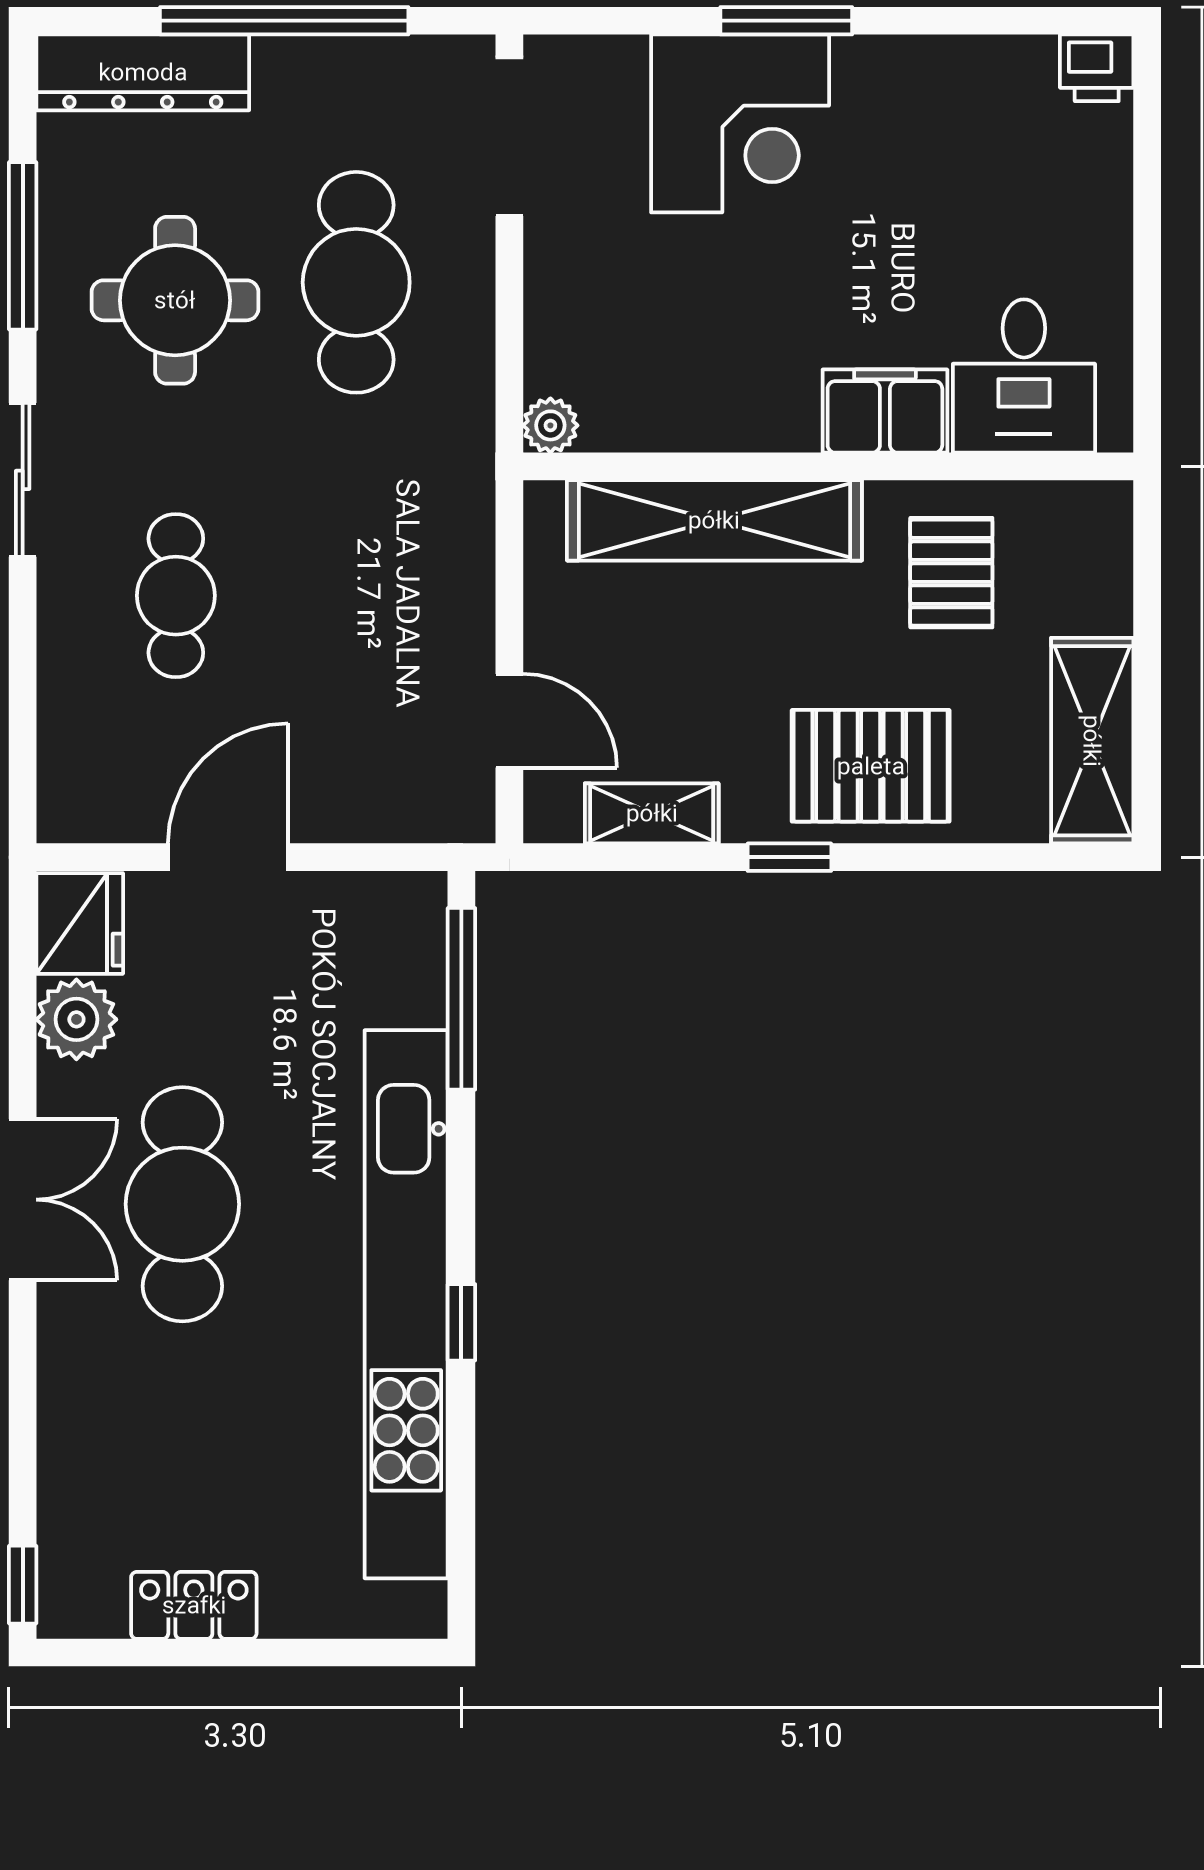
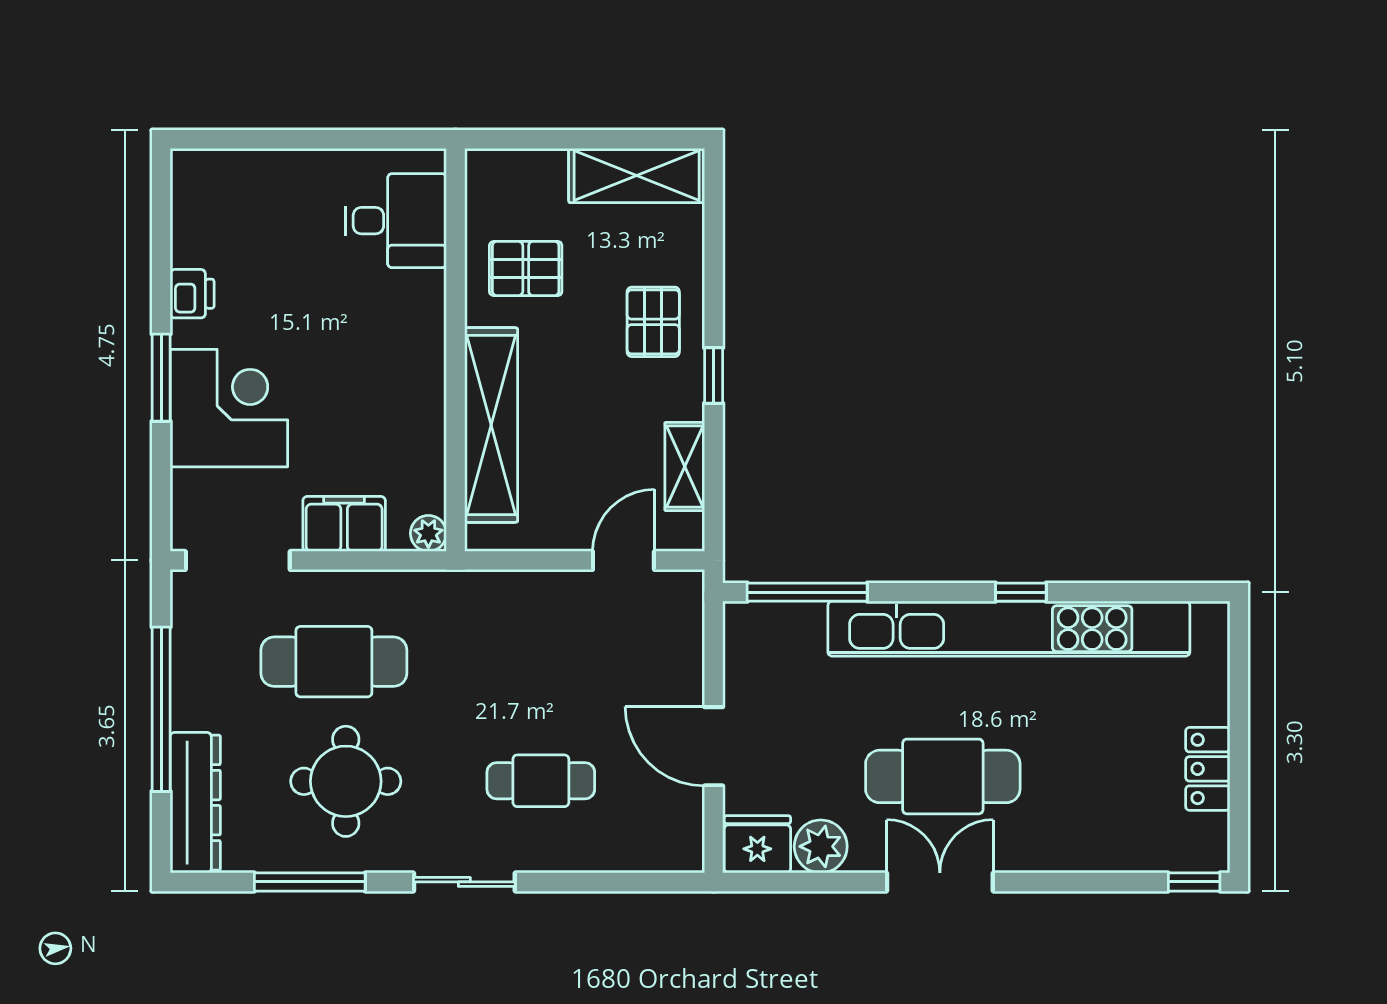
printer: (1097, 68) -> (192, 294), moved
filing cabinet: (885, 411) -> (344, 524), moved, turned 90
pallet: (871, 766) -> (653, 322), width x0.67, depth x0.71

